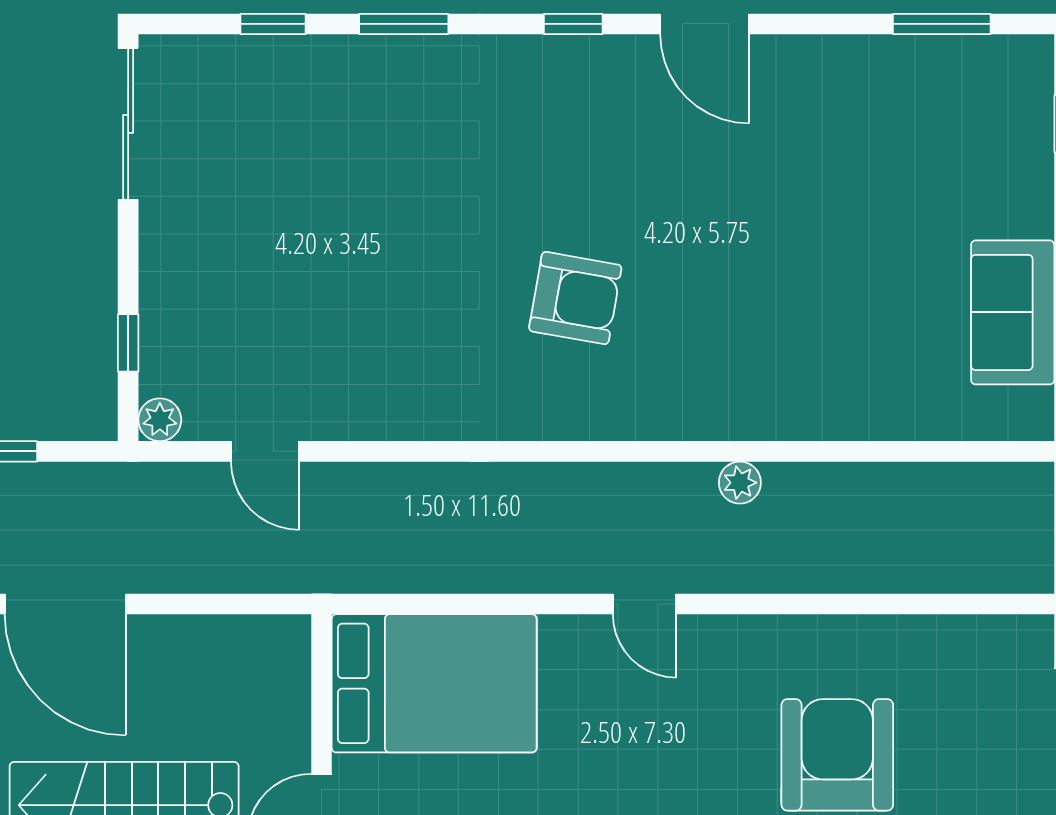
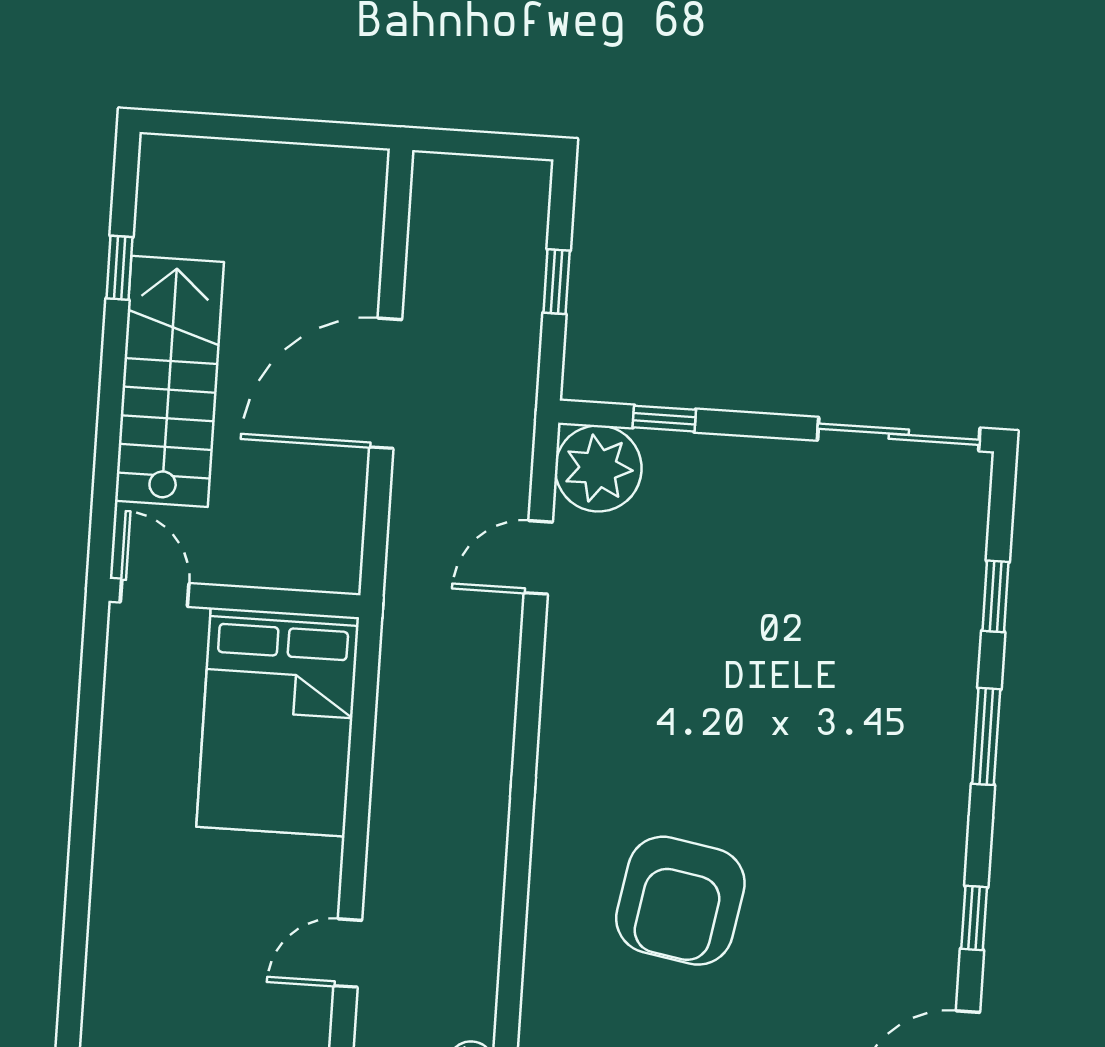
armchair: (575, 298) -> (680, 901), width x1.36, depth x1.36
plant: (160, 420) -> (598, 468), width x1.88, depth x1.88
door: (65, 604) -> (386, 383), moved

